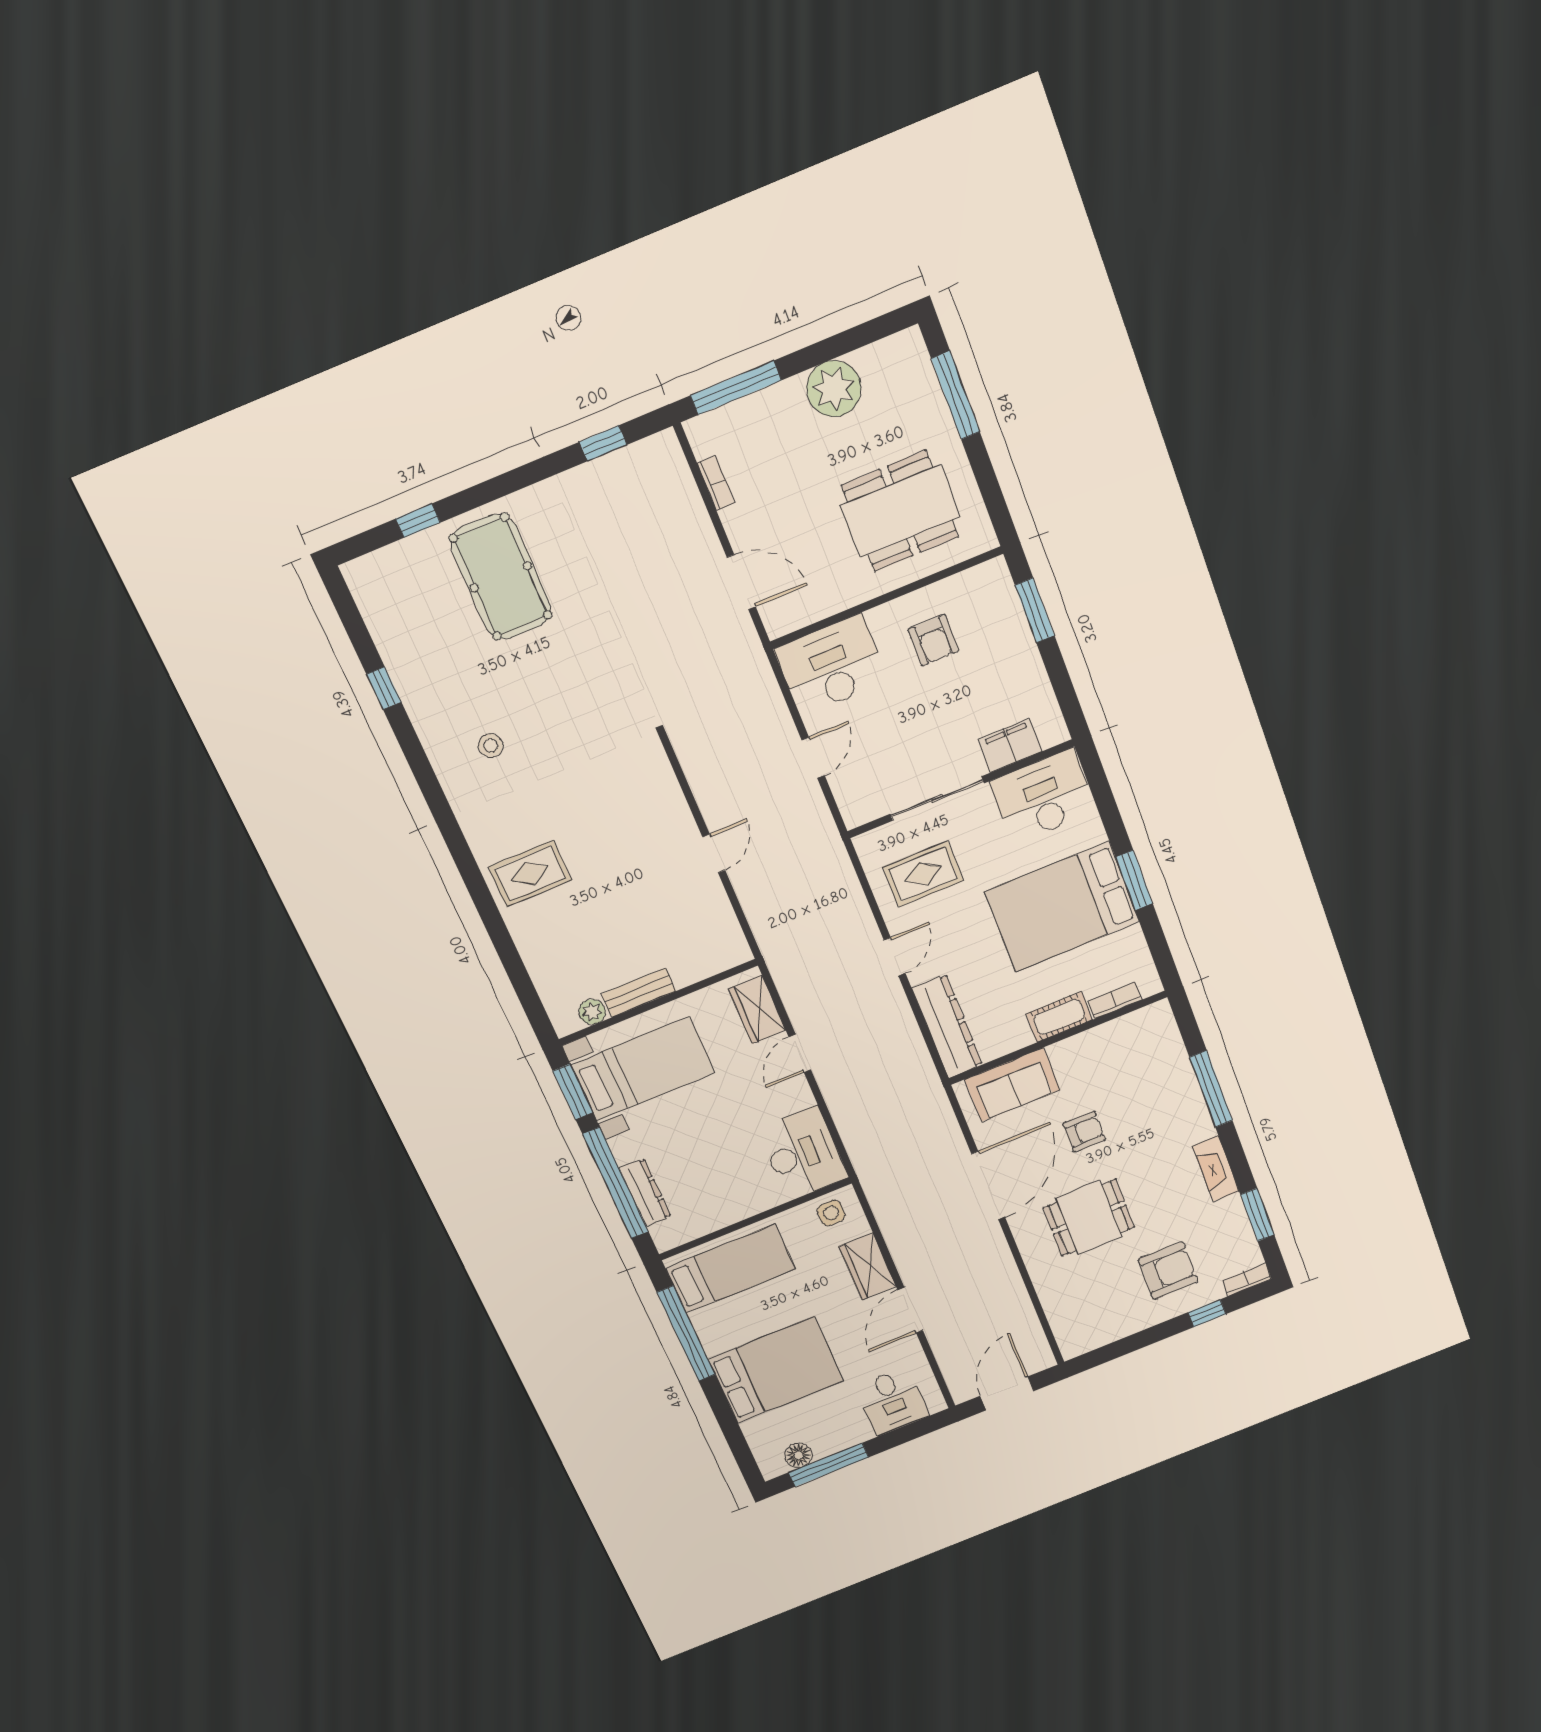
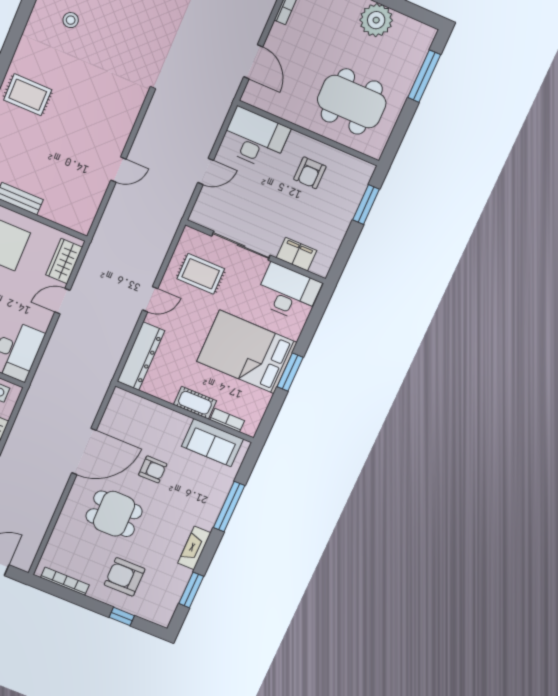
sofa: (1012, 1085) -> (212, 443), moved
armchair: (1168, 1271) -> (125, 577), turned 180
bookcase: (1247, 1280) -> (65, 581), moved, width x1.56

